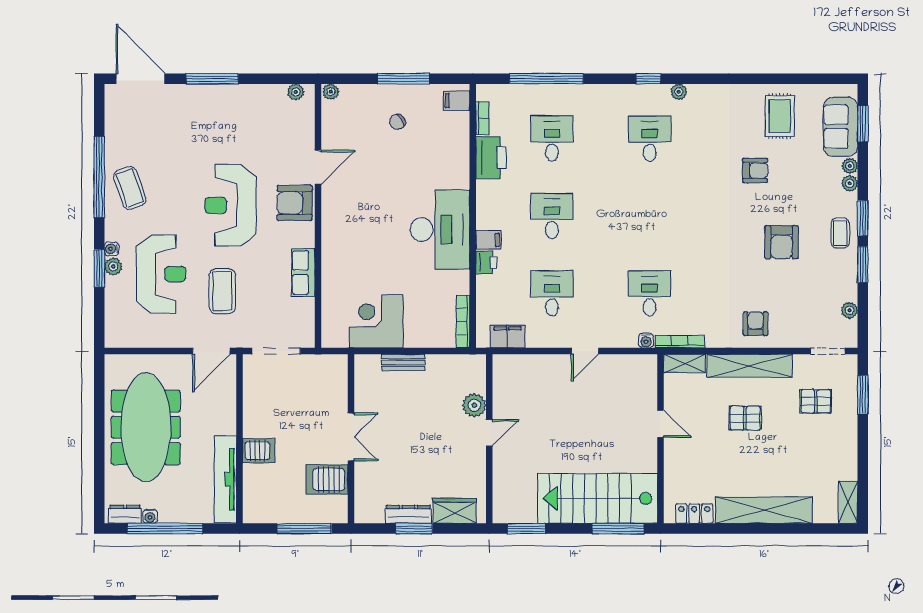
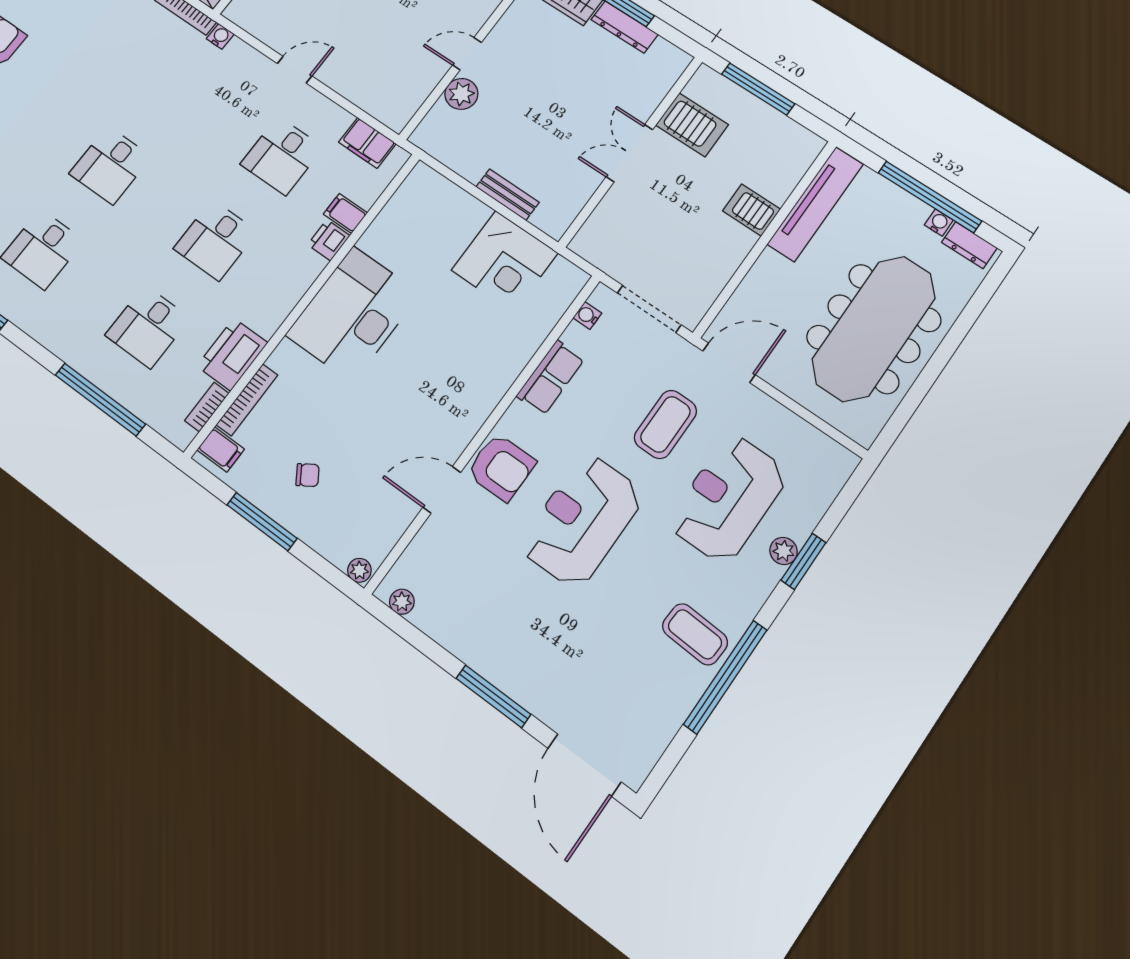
coffee table: (130, 188) -> (695, 634), turned -68
reception desk: (231, 205) -> (582, 521), turned 180
filing cabinet: (488, 240) -> (345, 213), moved
water cooler: (112, 249) -> (587, 315), moved, turned 180
desk: (650, 293) -> (110, 165), moved
bookcase: (463, 322) -> (247, 400), moved

